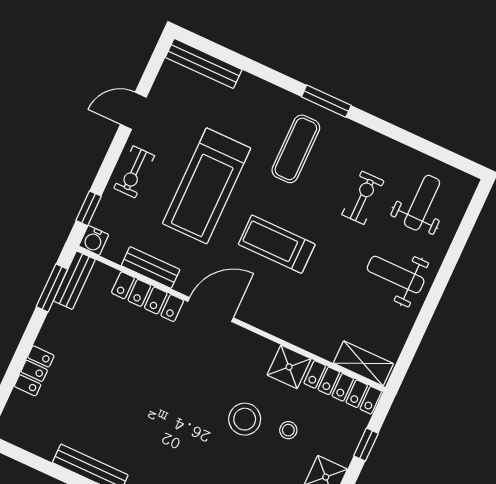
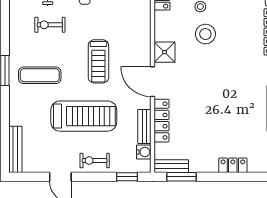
exercise bike: (134, 172) -> (95, 161), turned 180
water cooler: (94, 240) -> (144, 152), moved
shower: (289, 367) -> (164, 52), moved

